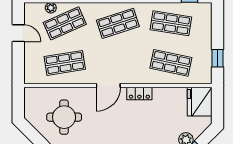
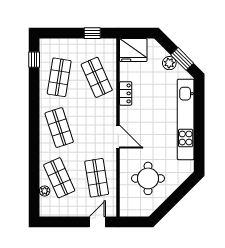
door: (18, 33) -> (97, 222), moved
shop shelf: (171, 63) -> (97, 77), turned -36
locker: (139, 93) -> (126, 93), moved

